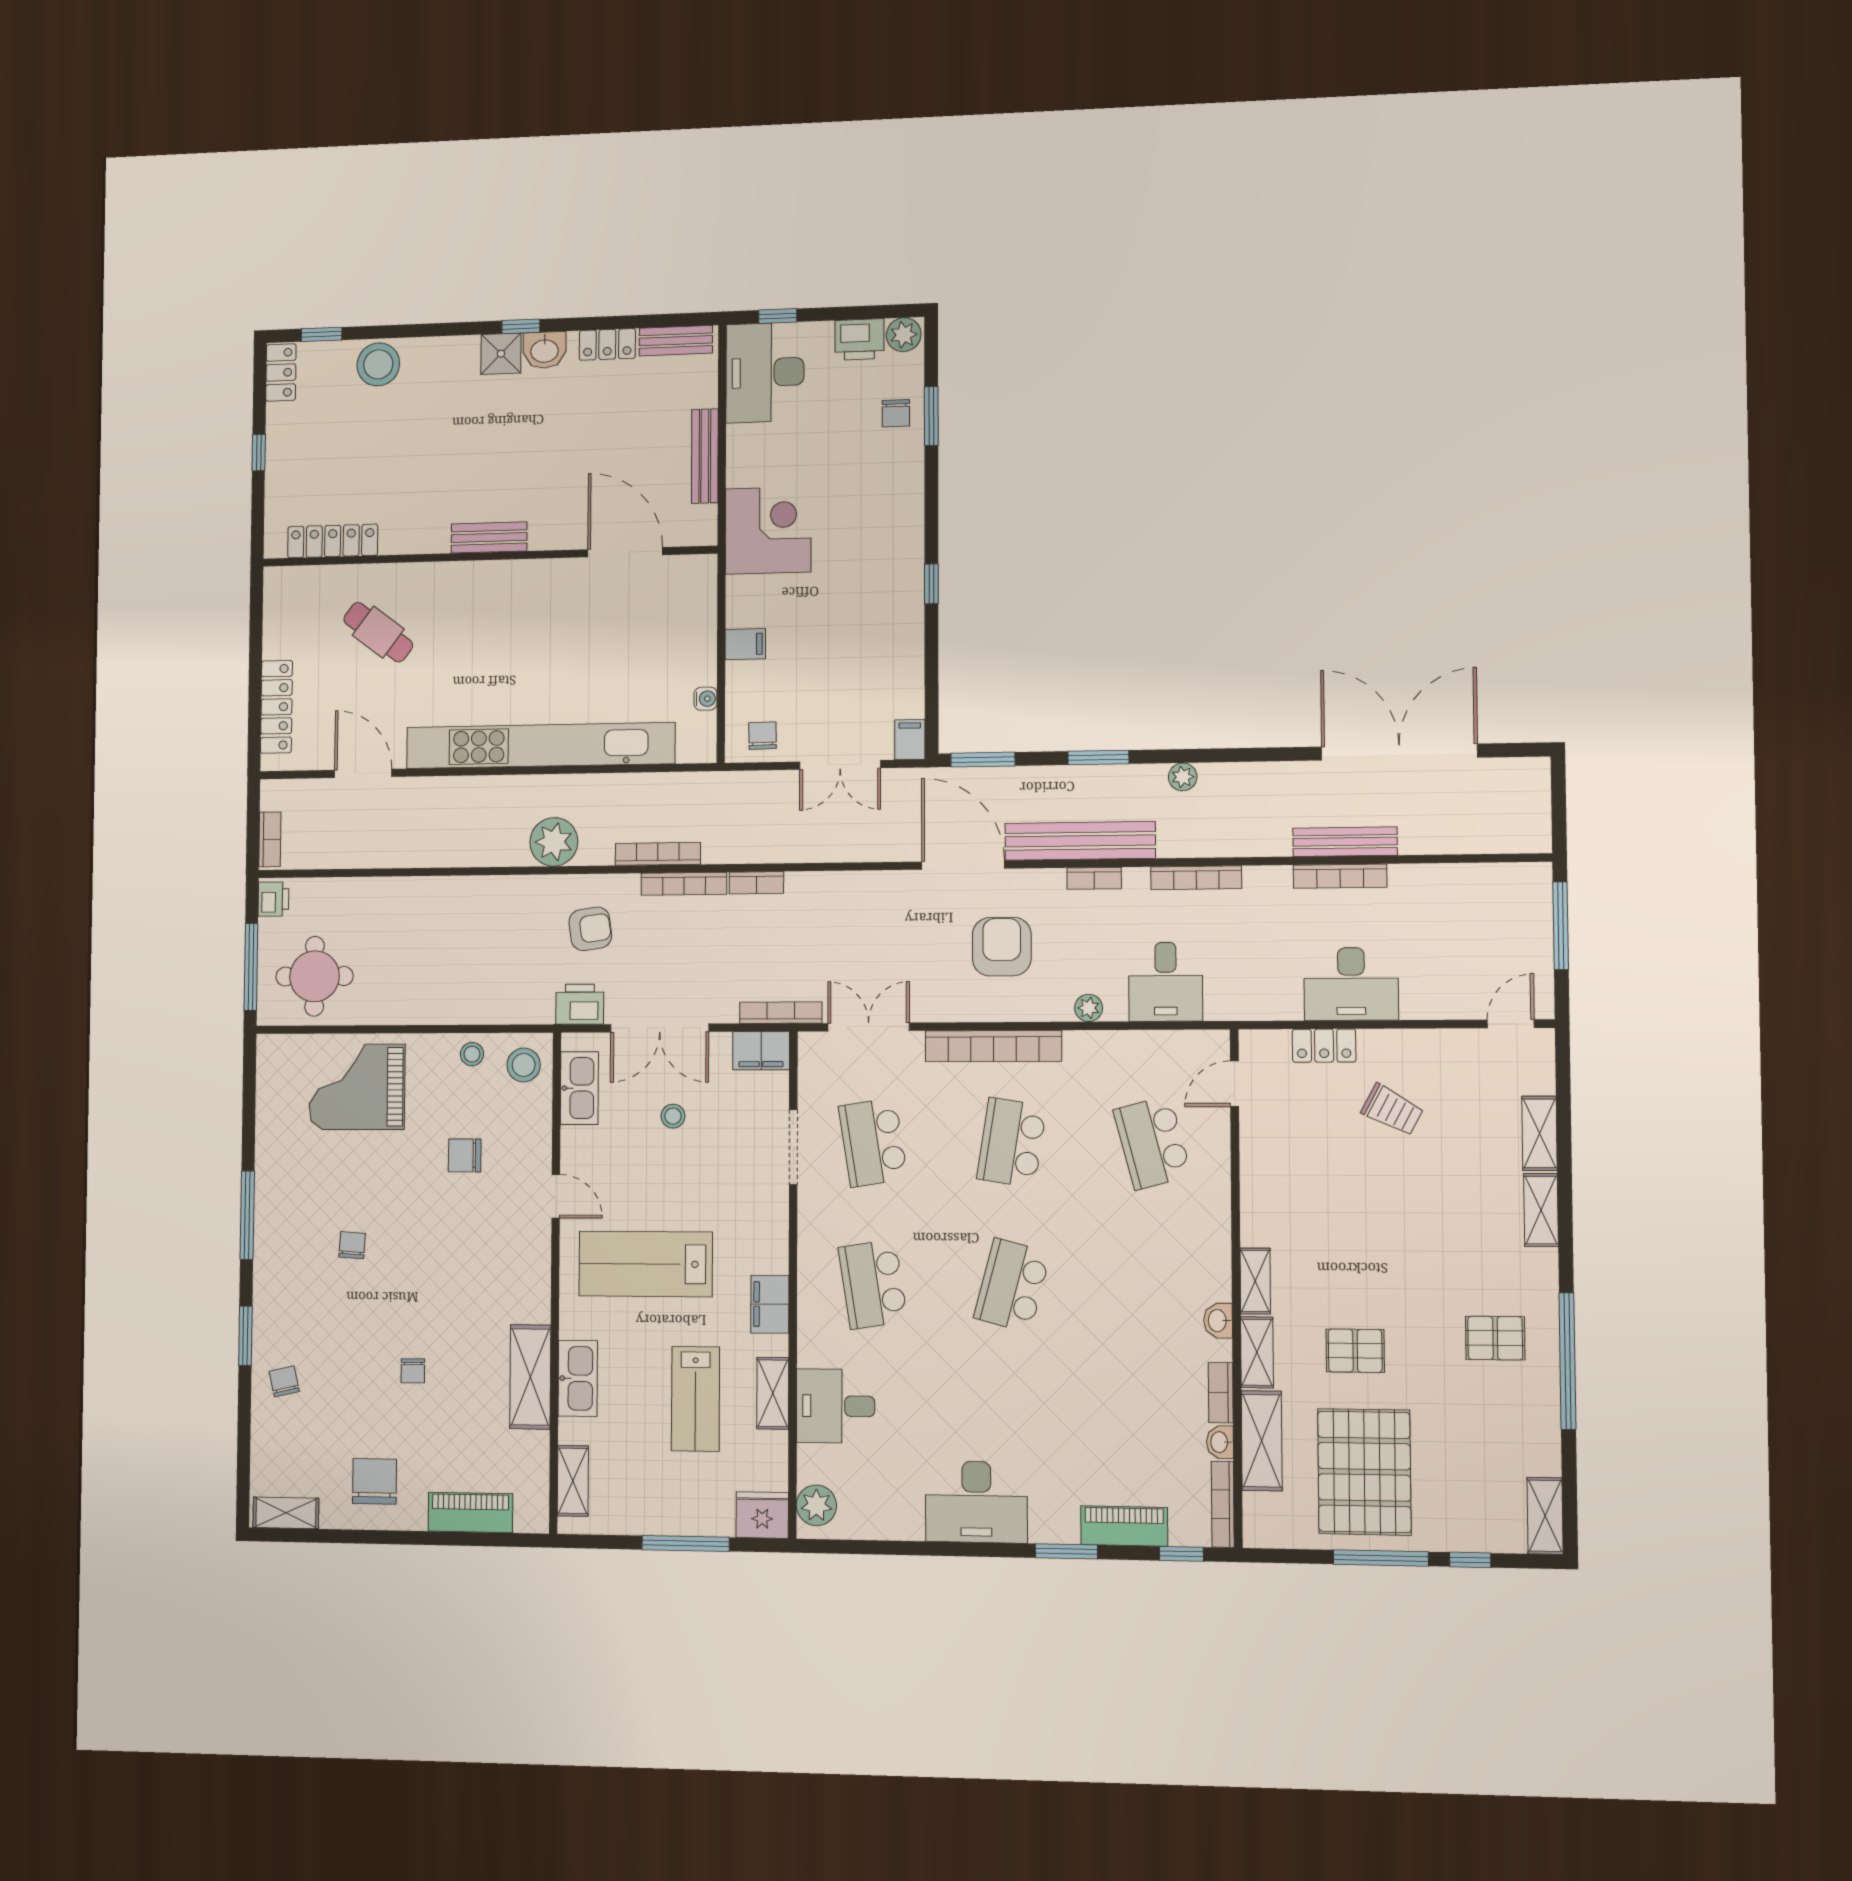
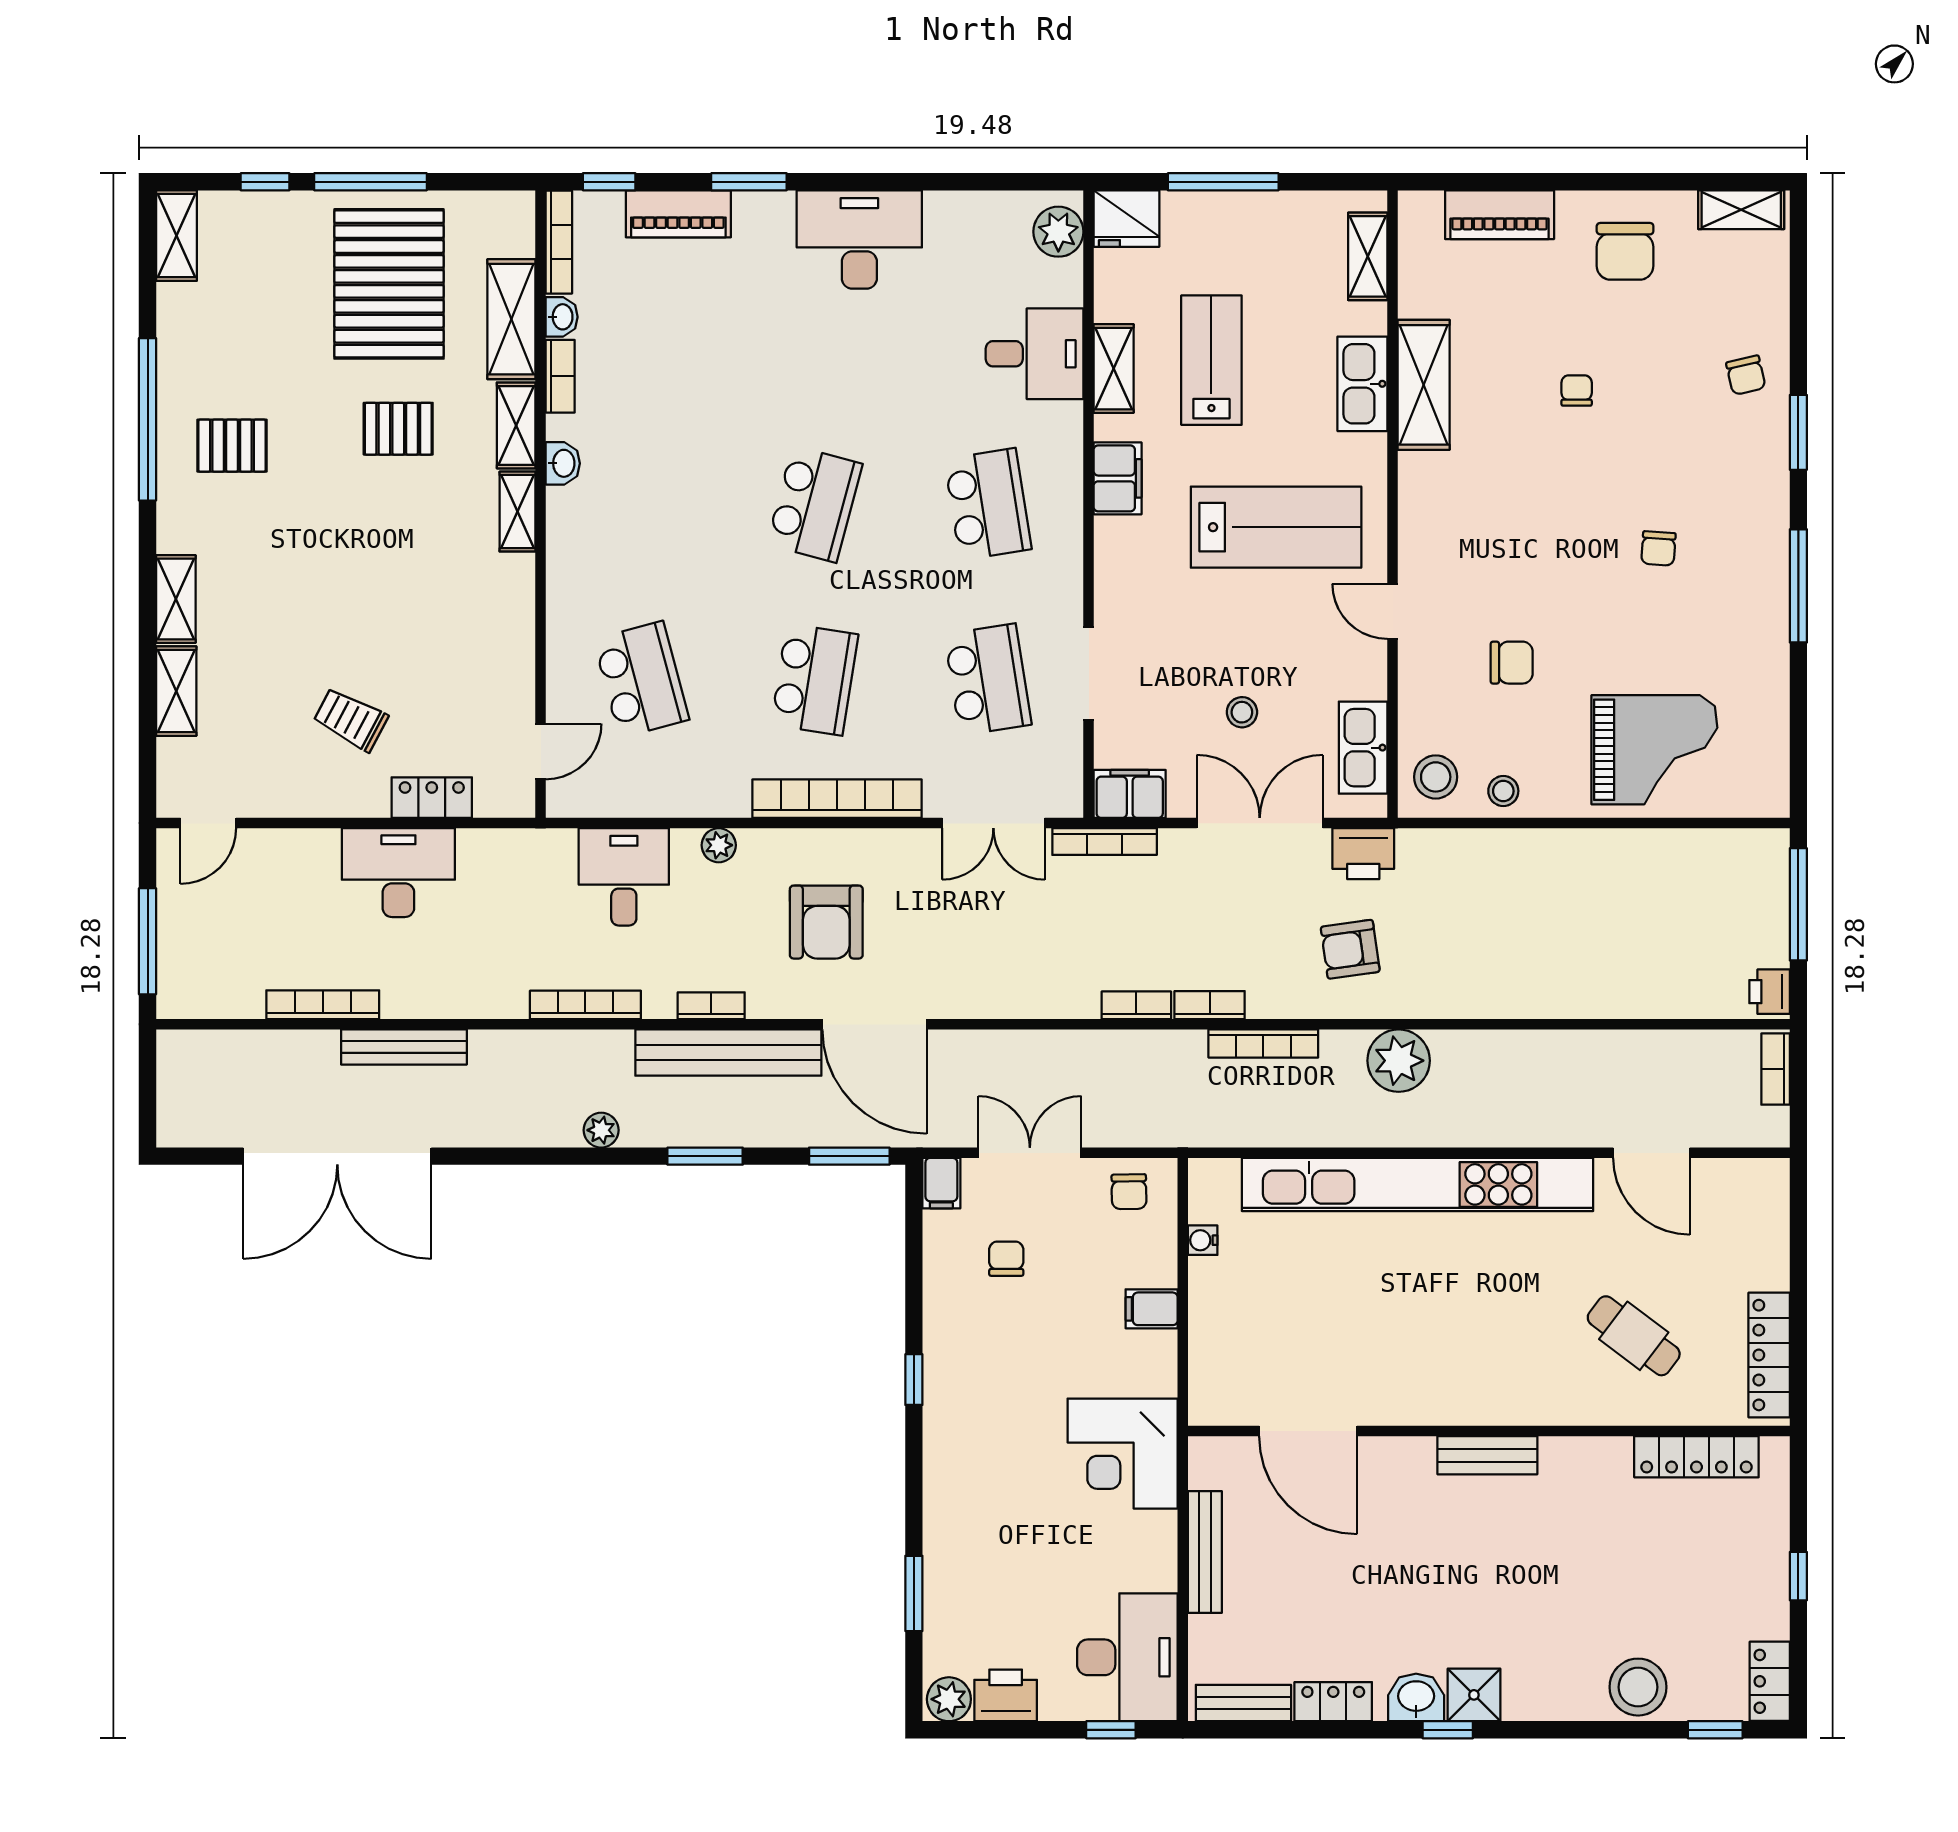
chair: (896, 413) -> (1006, 1259), moved
locker: (276, 707) -> (1769, 1355), moved
bookcase: (1340, 876) -> (323, 1005), moved
bookcase: (684, 884) -> (1210, 1005), width x0.64
round table: (315, 976) -> (1713, 892), removed

